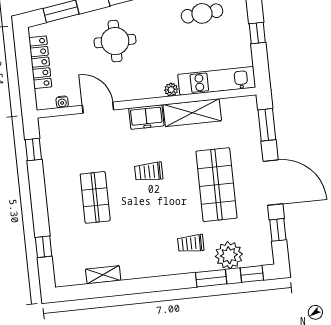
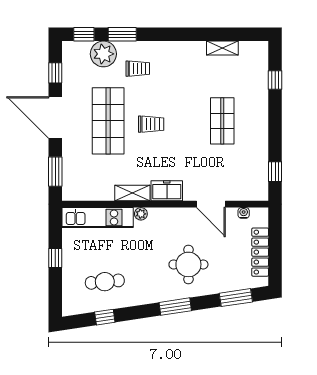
shelving: (192, 113) -> (132, 193), width x0.67, depth x0.75
trolley: (149, 172) -> (151, 124), moved

